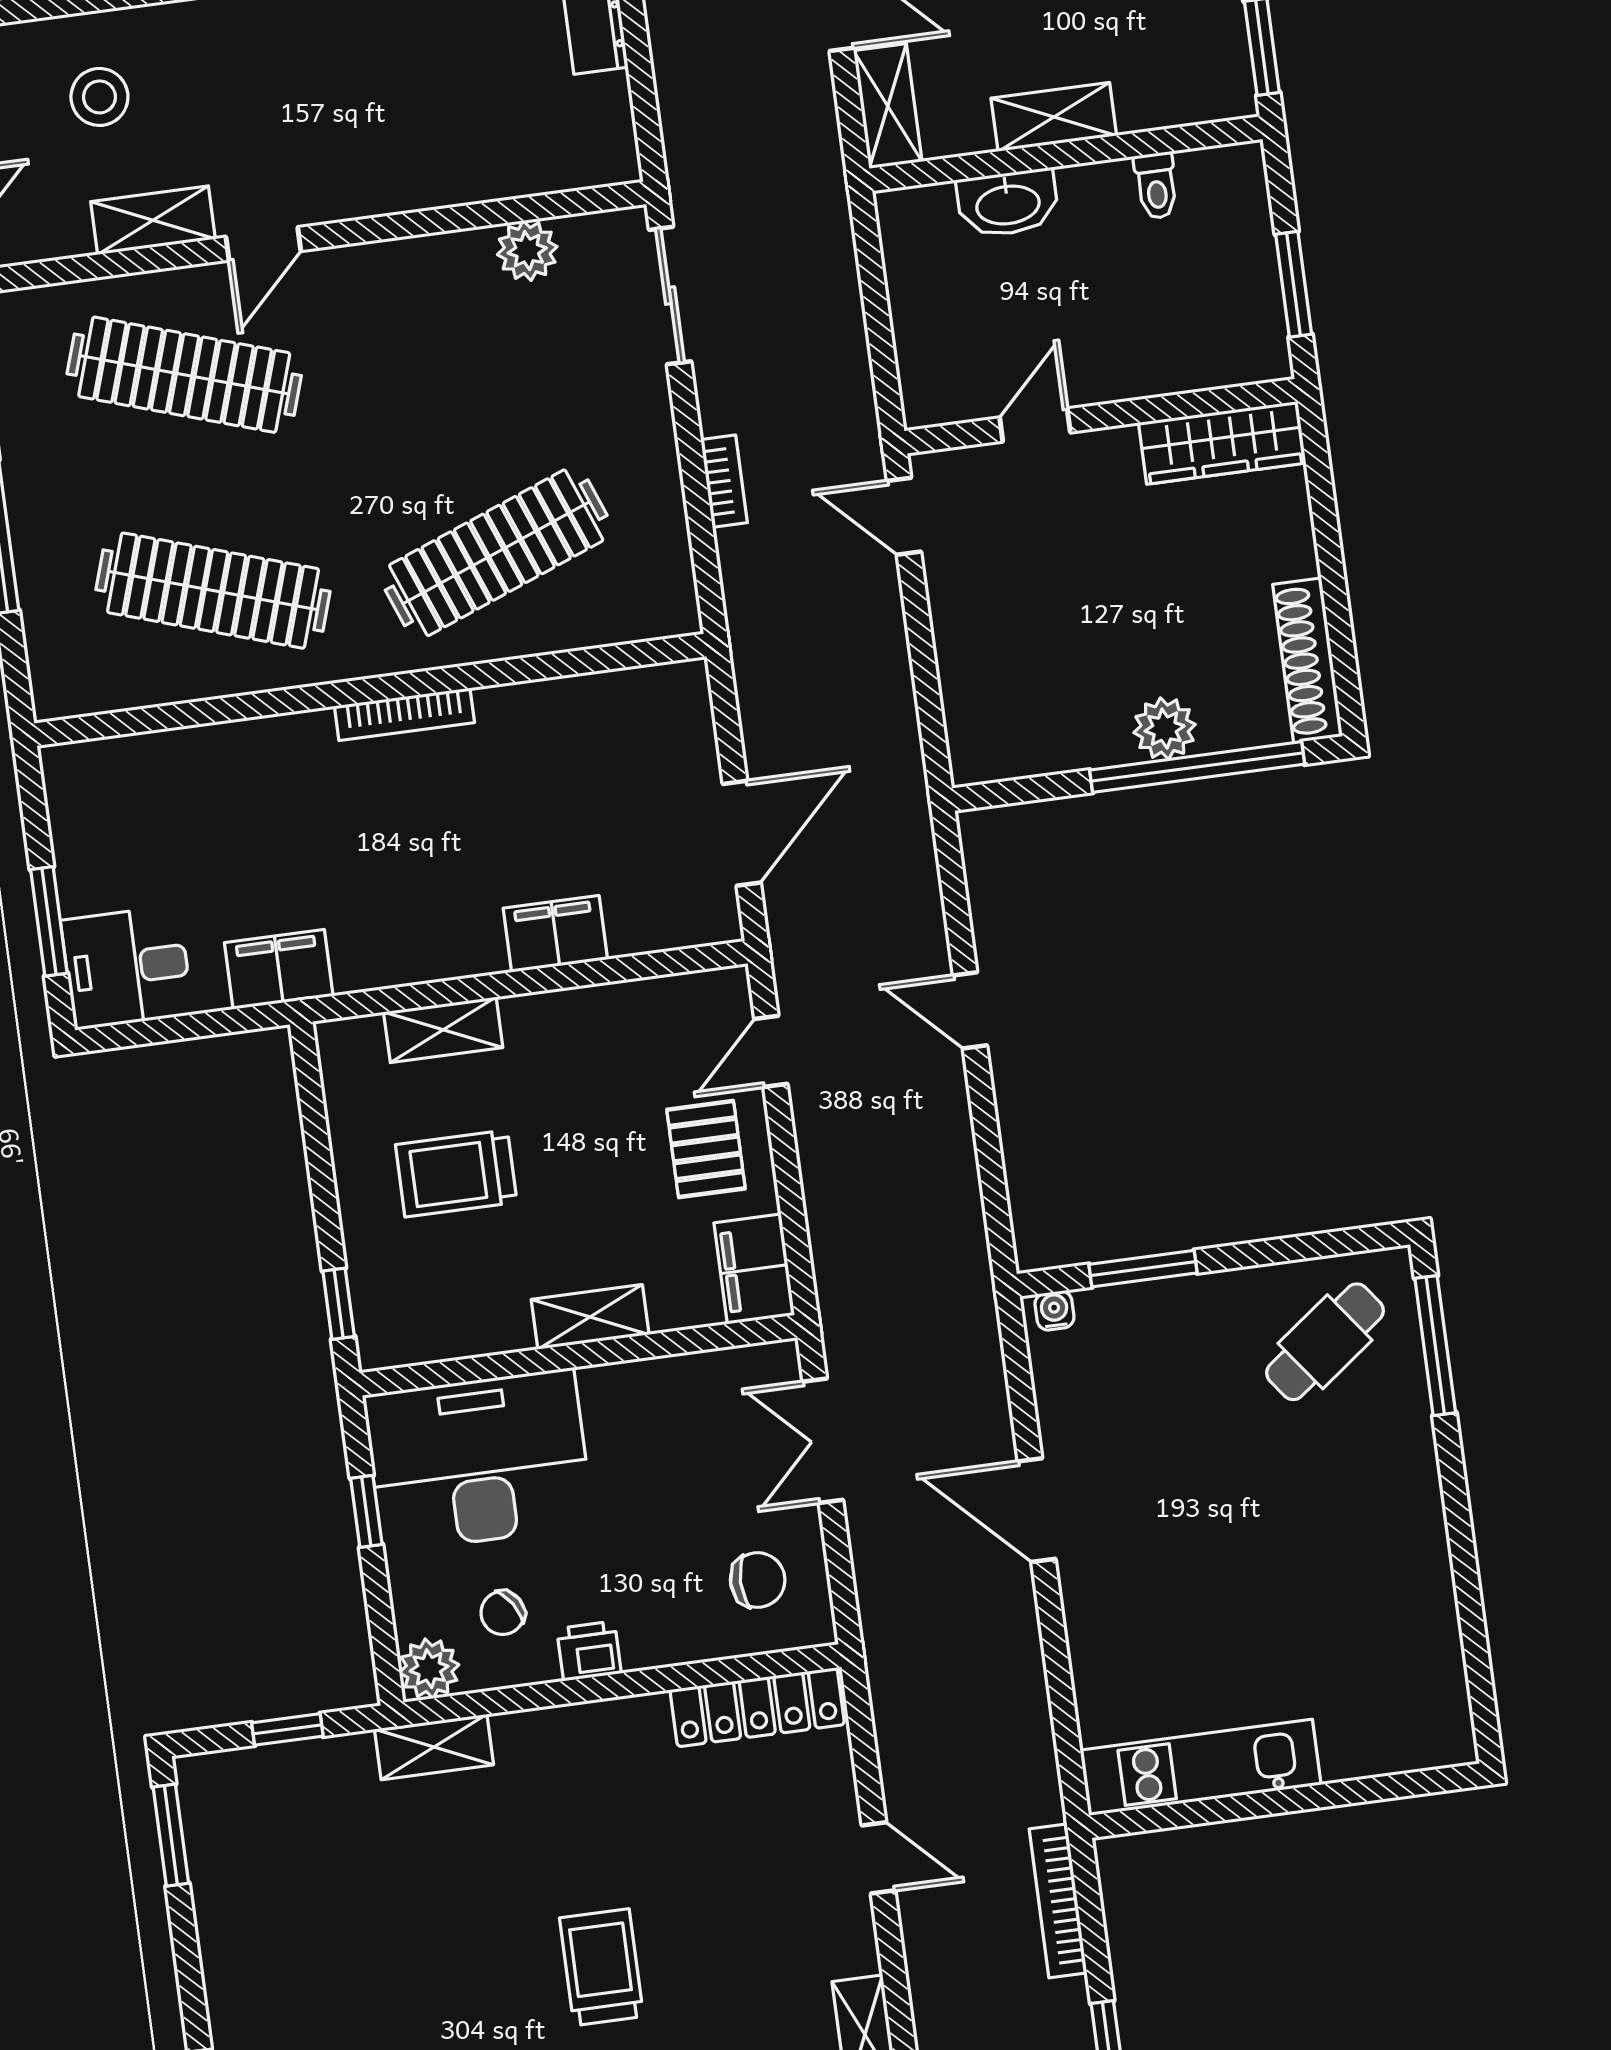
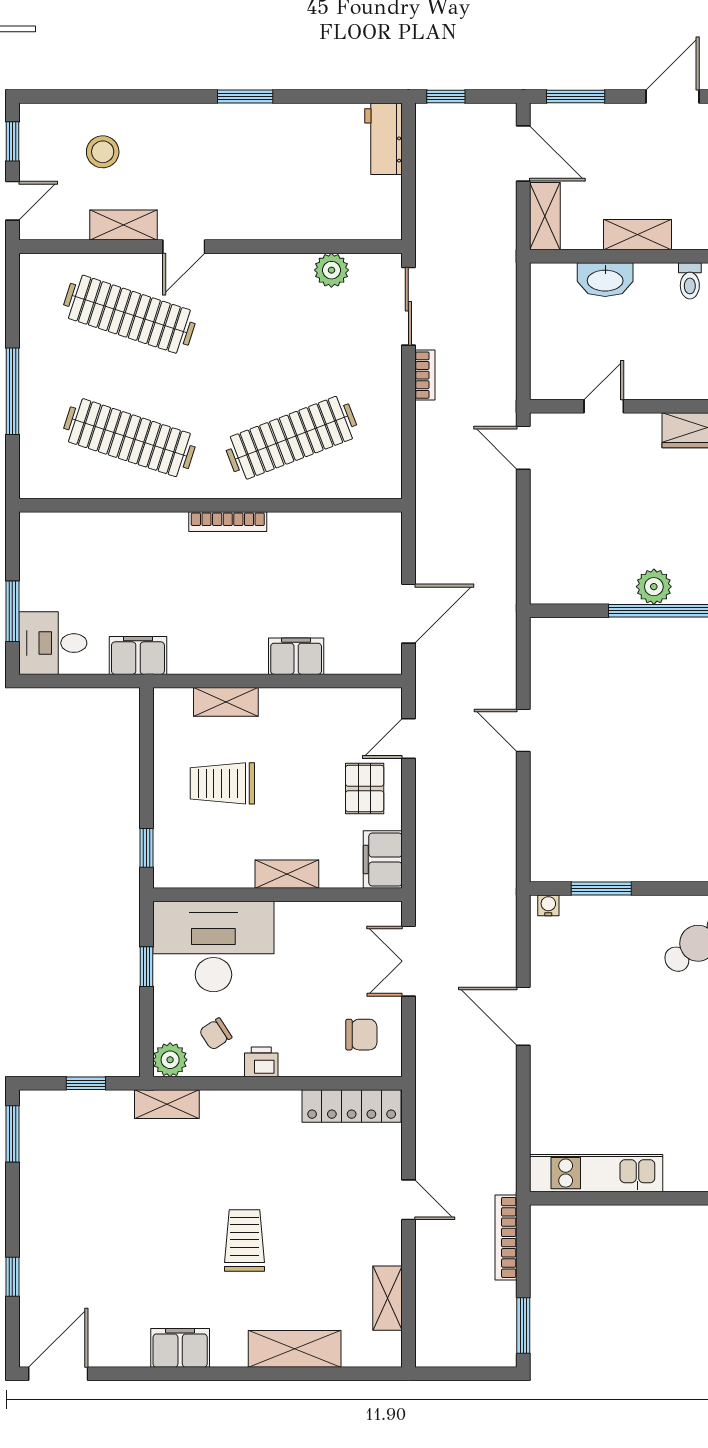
bookcase: (724, 481) -> (425, 375), moved

